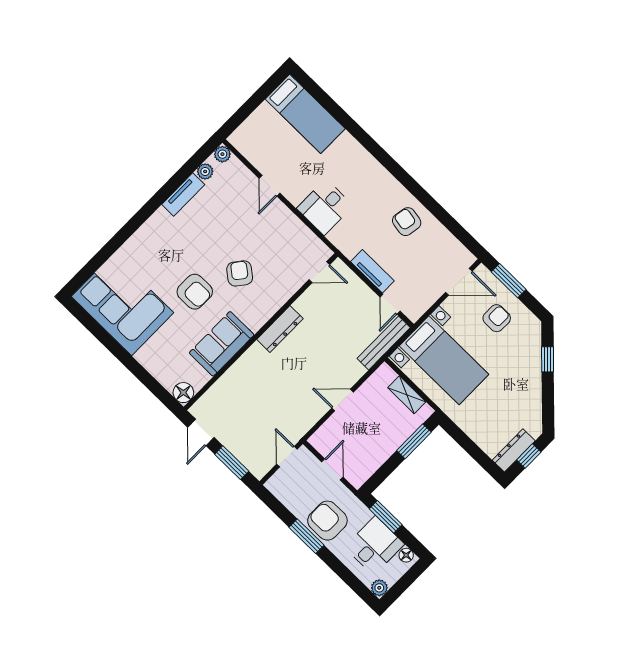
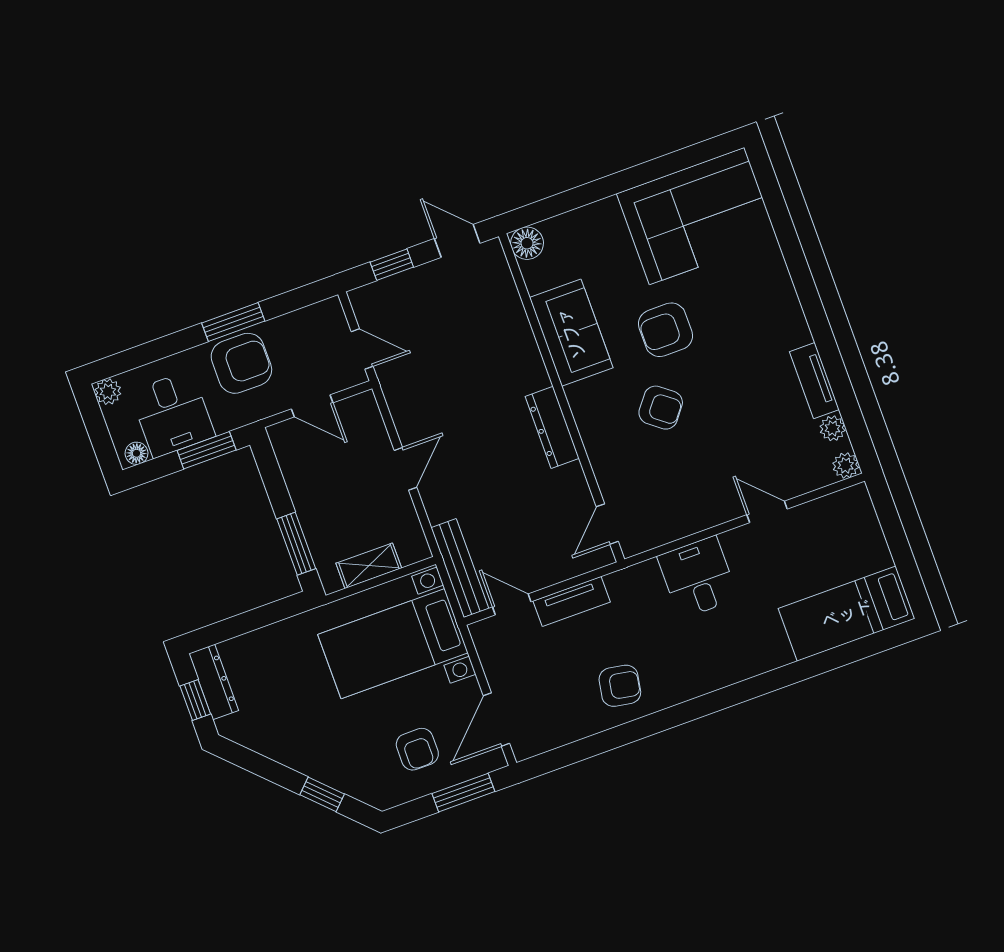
window: (232, 463) -> (392, 265), width x0.67

